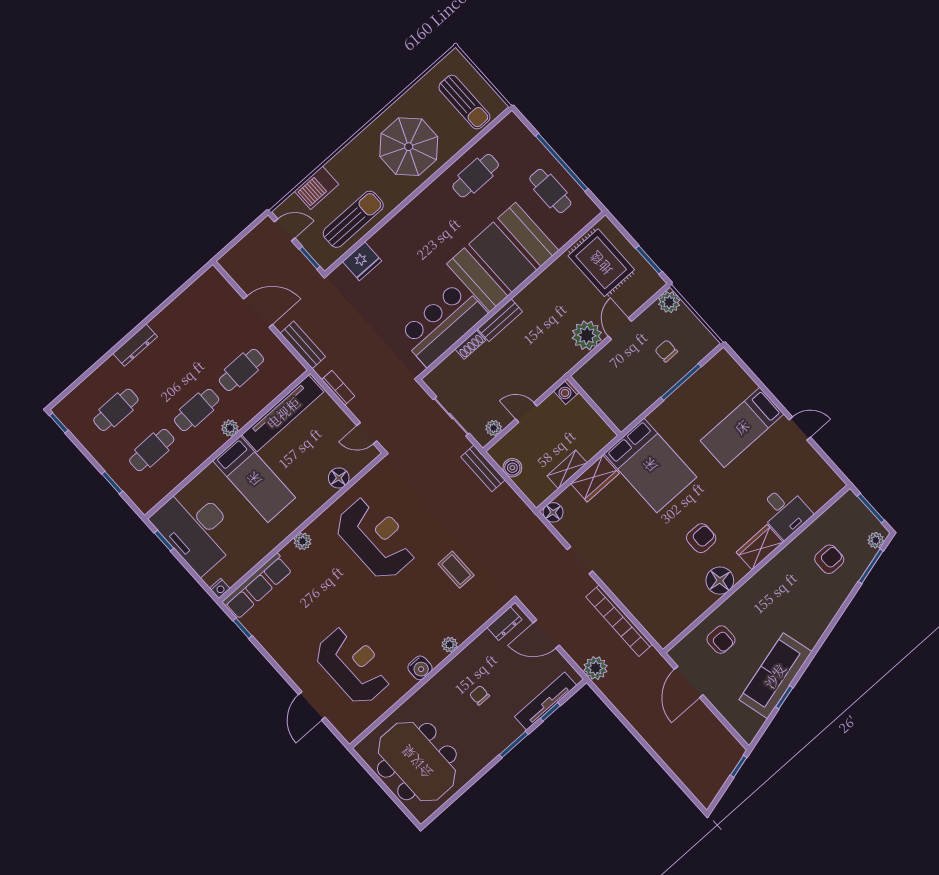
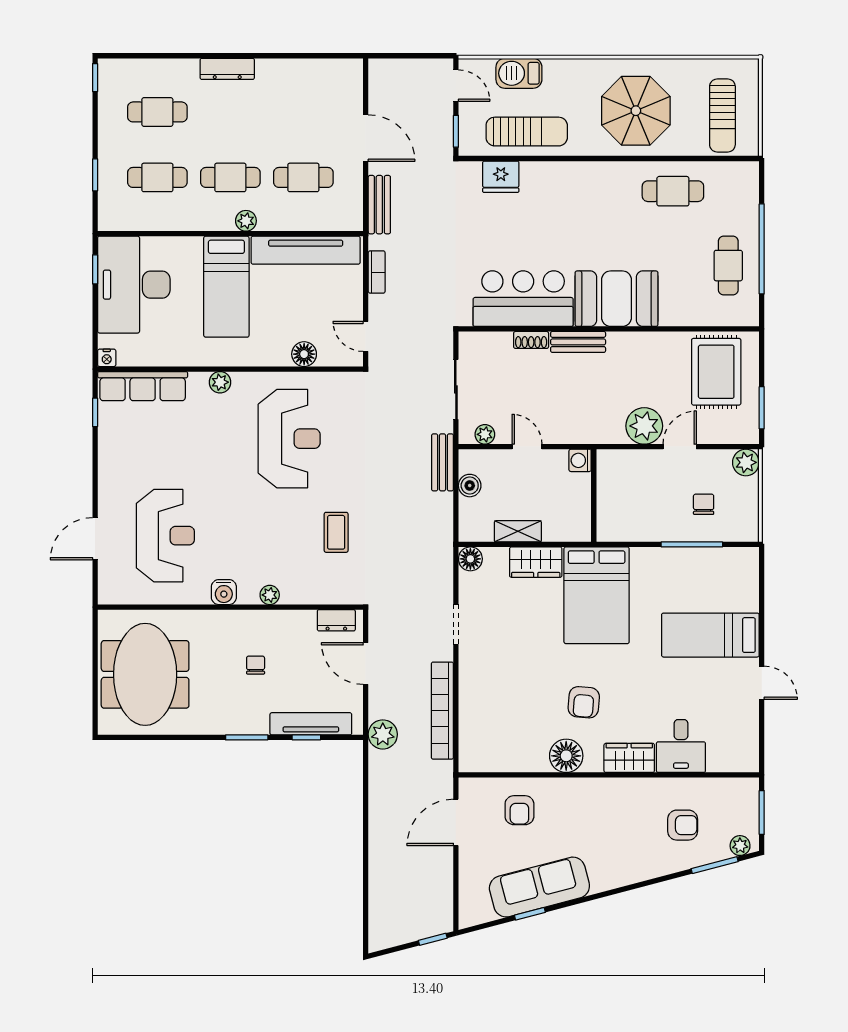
booth: (503, 257) -> (617, 299), width x0.73, depth x0.70
armchair: (701, 538) -> (584, 702), turned 95

